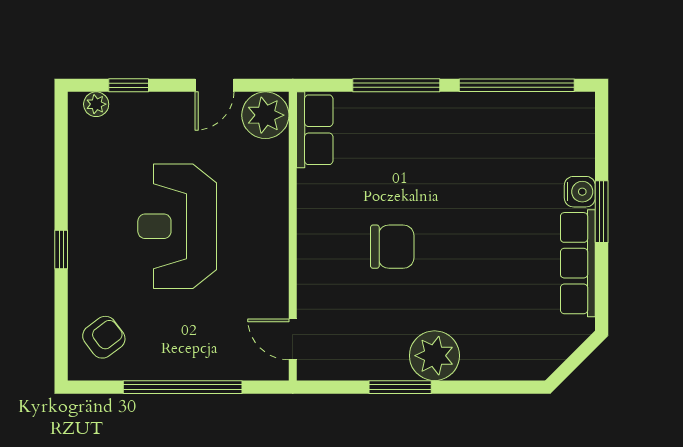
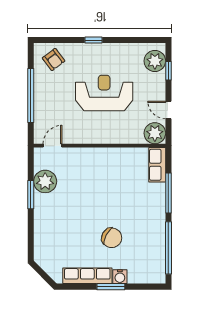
plant: (96, 104) -> (155, 61), width x1.87, depth x1.87
row of seats: (315, 130) -> (157, 165), moved, turned 90
chair: (392, 247) -> (112, 238), moved, turned -62
plant: (434, 356) -> (45, 181), moved

